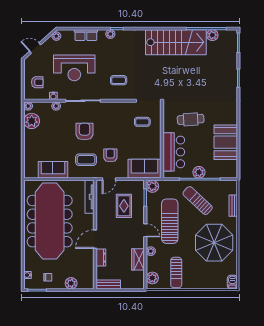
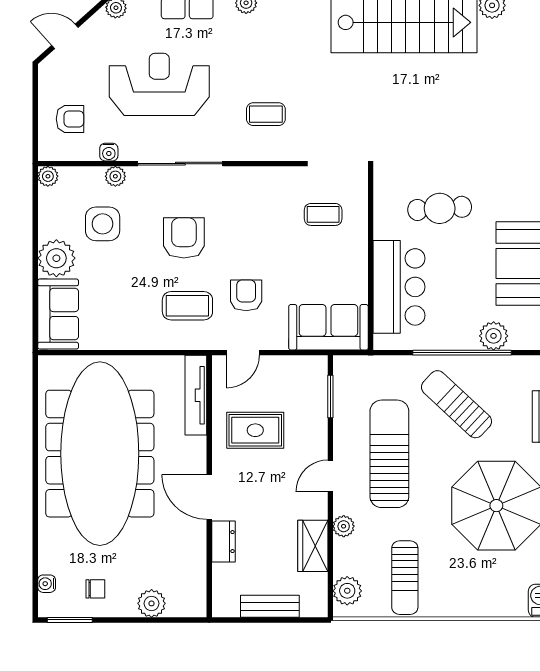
reception desk: (74, 68) -> (159, 84), turned 180
plant: (32, 121) -> (56, 258), moved
side table: (51, 126) -> (103, 224), added
sofa: (53, 170) -> (58, 314), moved, turned 90
plant: (199, 172) -> (494, 336), moved
plant: (152, 186) -> (348, 370), removed
rug: (124, 206) -> (255, 430), moved, turned 90
door: (145, 230) -> (330, 476), swing flipped
door: (95, 239) -> (209, 497), hinge flipped
bench: (108, 284) -> (270, 606), moved

